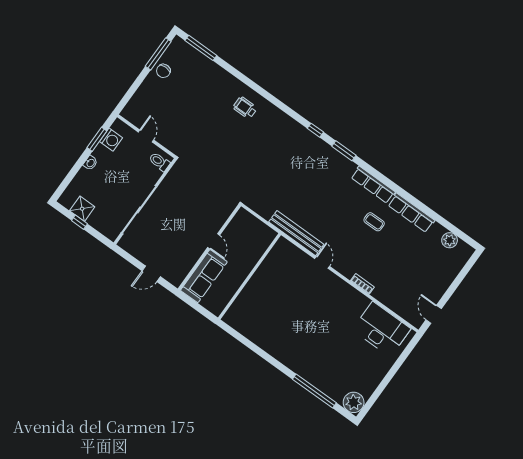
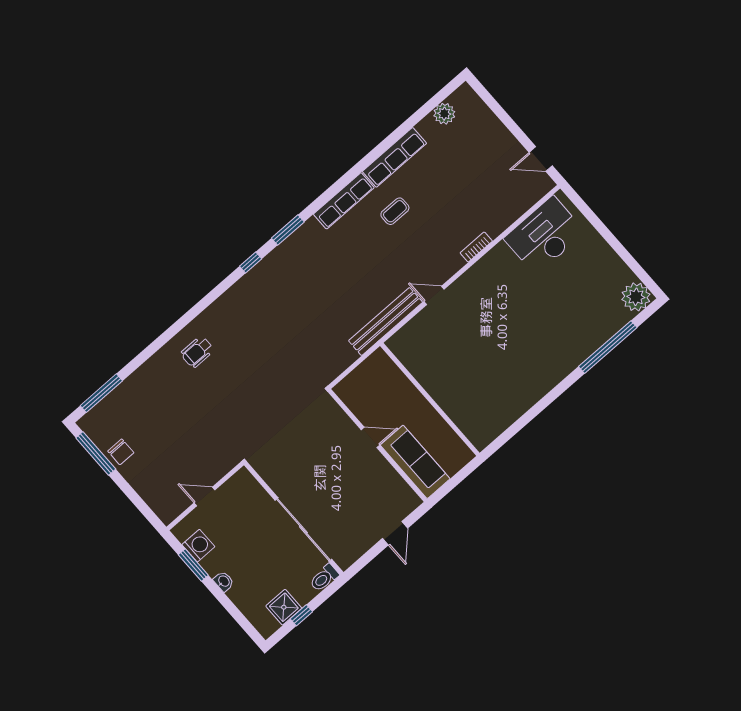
toilet: (159, 162) -> (324, 578), moved

